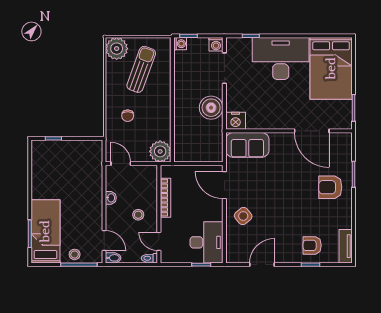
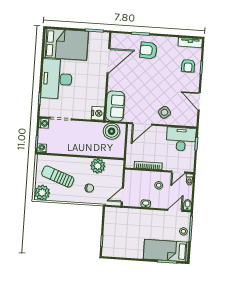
boiler: (211, 108) -> (112, 131), moved
plant: (160, 151) -> (98, 166), moved
armchair: (330, 187) -> (148, 50), turned 92

